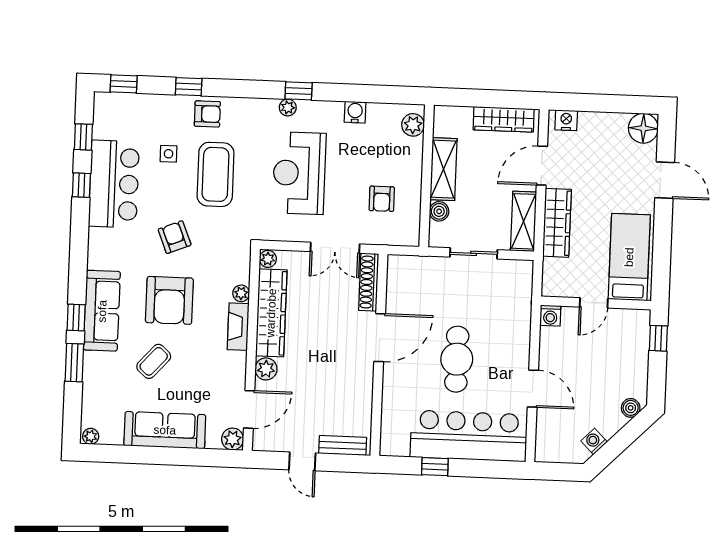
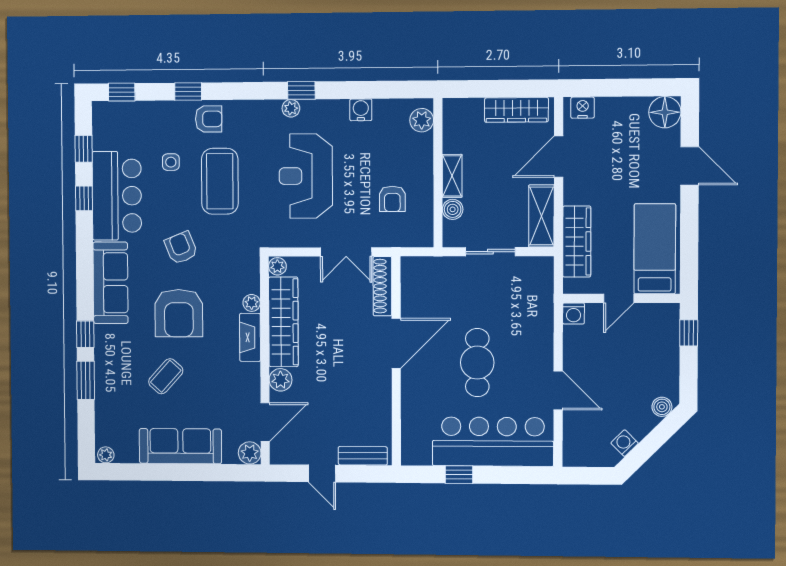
shelving: (443, 169) -> (452, 176), width x0.67, depth x0.75
wardrobe: (557, 223) -> (577, 242), moved
sofa: (102, 311) -> (110, 283), moved

